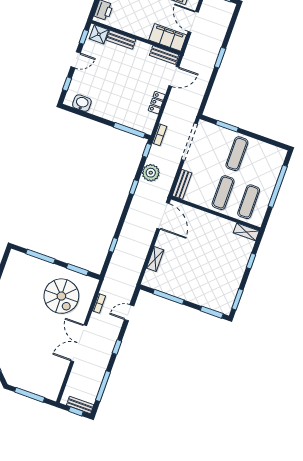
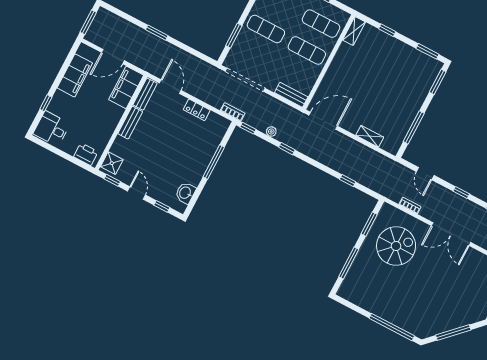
bench: (121, 40) -> (130, 123), moved
window: (129, 130) -> (214, 162), moved
plant: (151, 173) -> (271, 132), width x0.53, depth x0.53

